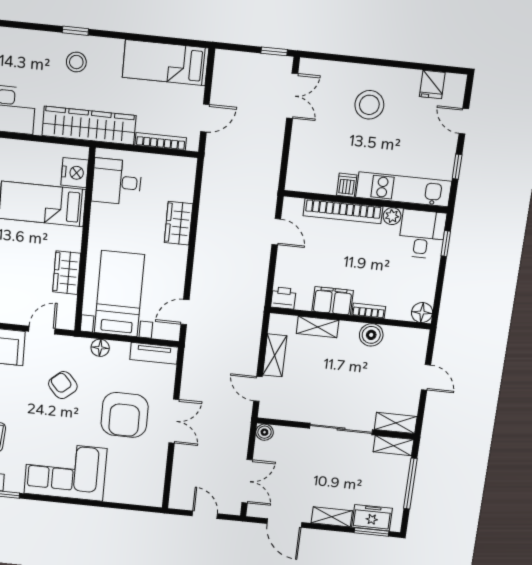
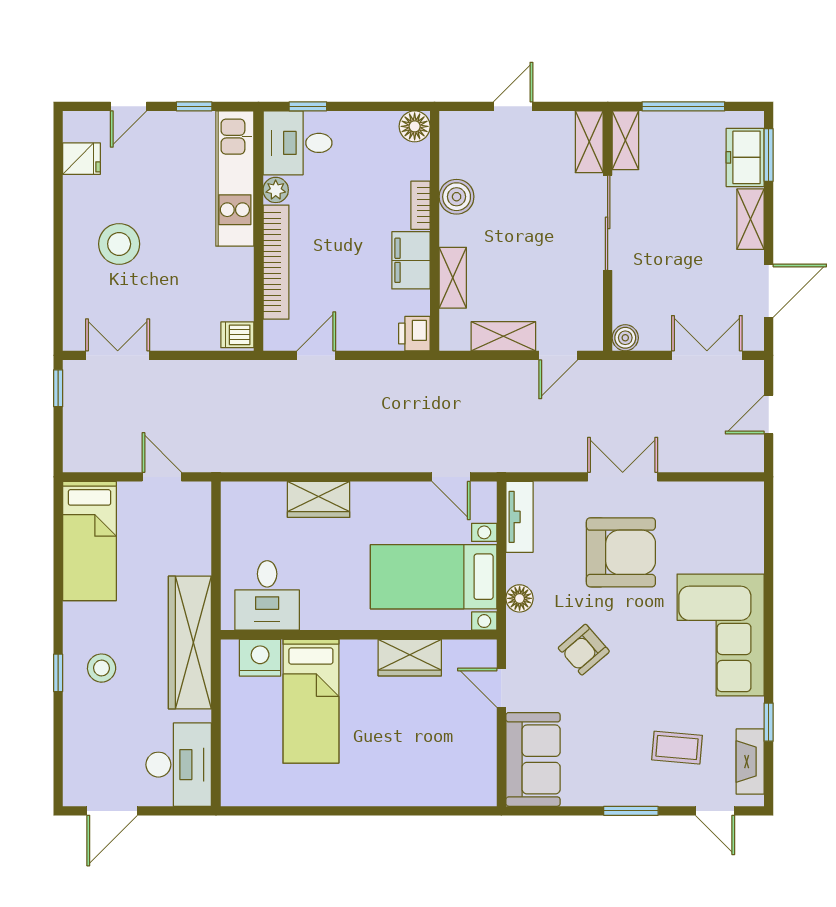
bookcase: (161, 141) -> (202, 537), removed
dishwasher: (347, 185) -> (237, 335), moved

